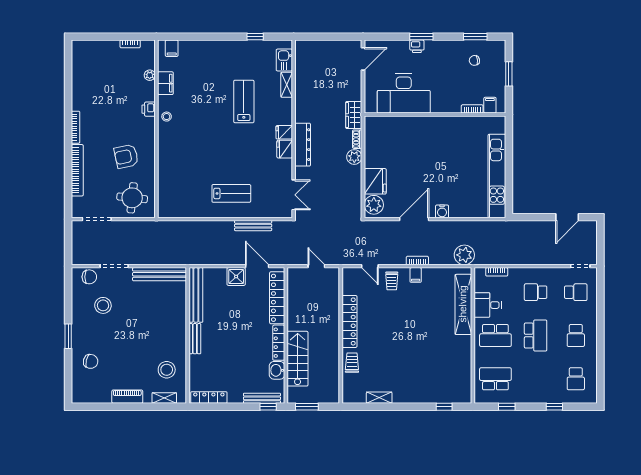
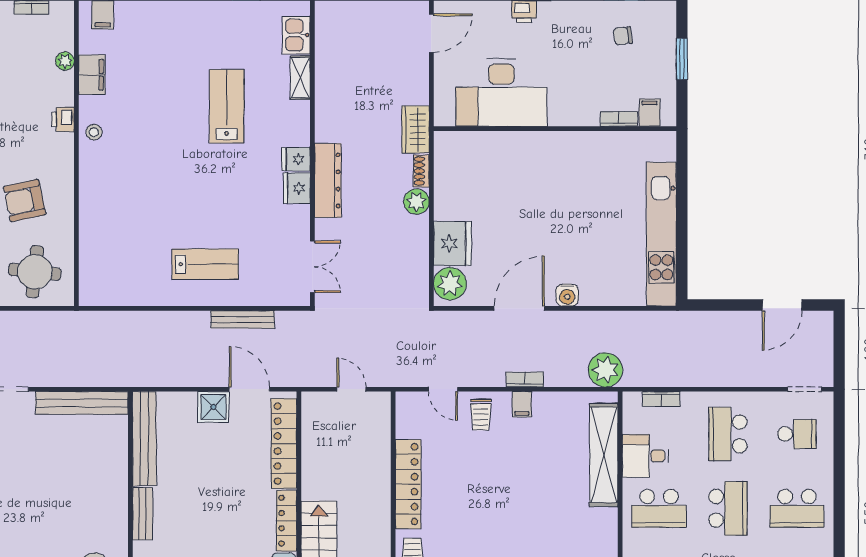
school desk: (536, 292) -> (728, 434), width x1.85
school desk: (576, 335) -> (797, 508), width x1.85

